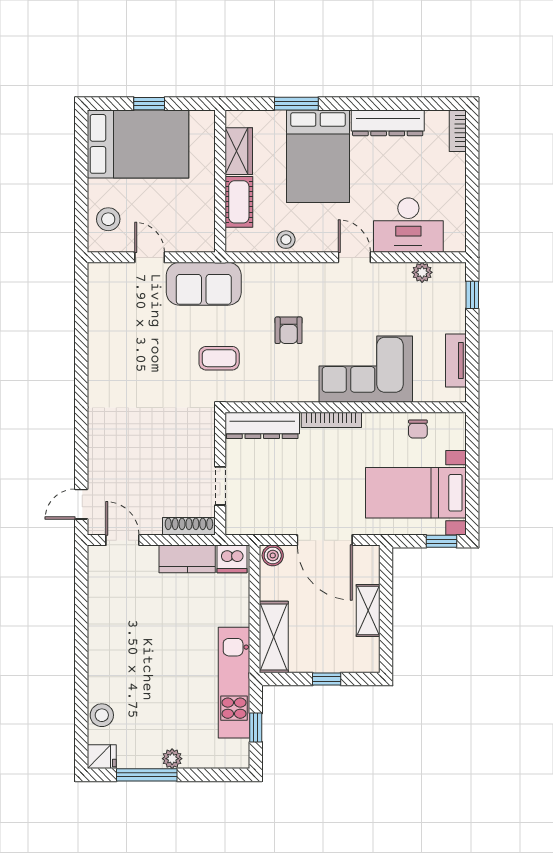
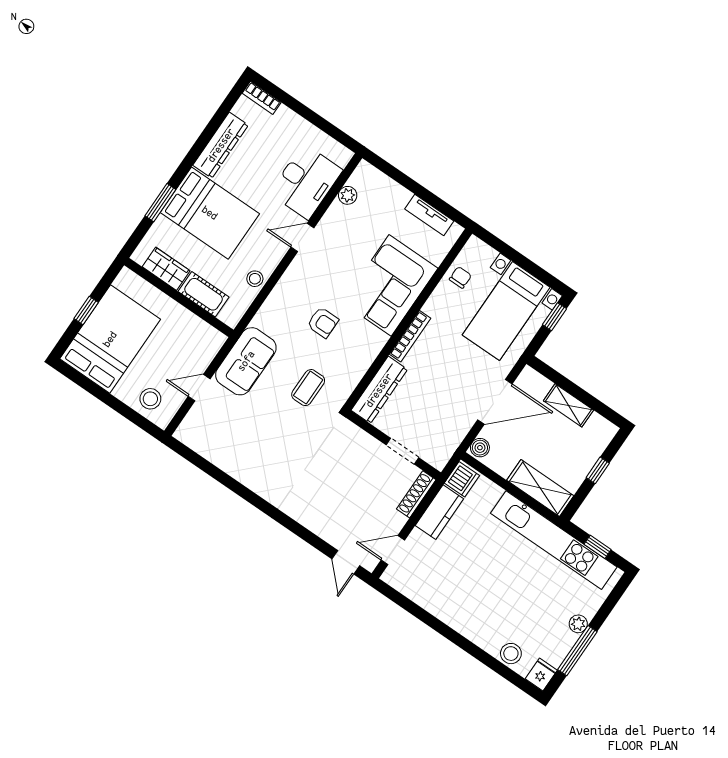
window: (472, 295) -> (389, 170), removed
chair: (418, 429) -> (460, 277), turned -90
kitchen unit: (234, 683) -> (554, 540), width x1.36

